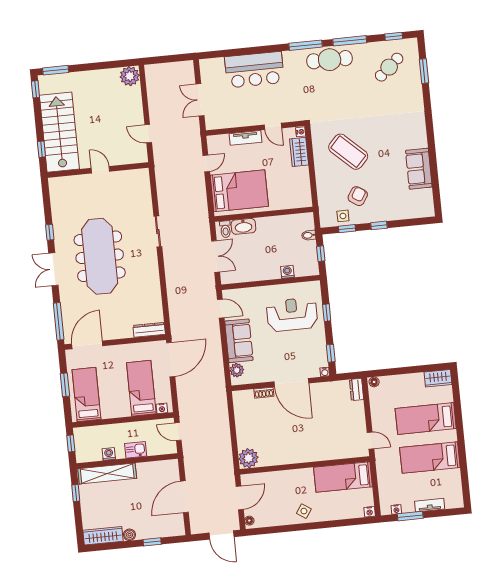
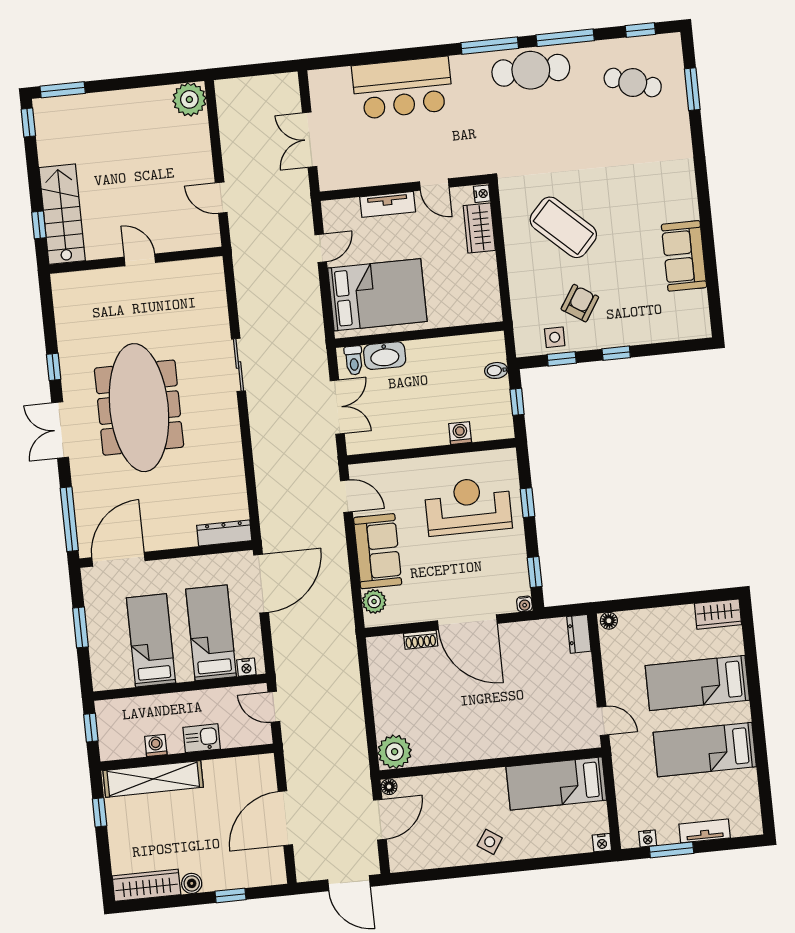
cafe table: (389, 67) -> (633, 83), turned 60
stairs: (59, 132) -> (62, 214), width x0.73, depth x0.66
bed: (87, 394) -> (151, 640), moved
floor lamp: (249, 521) -> (389, 787), moved

